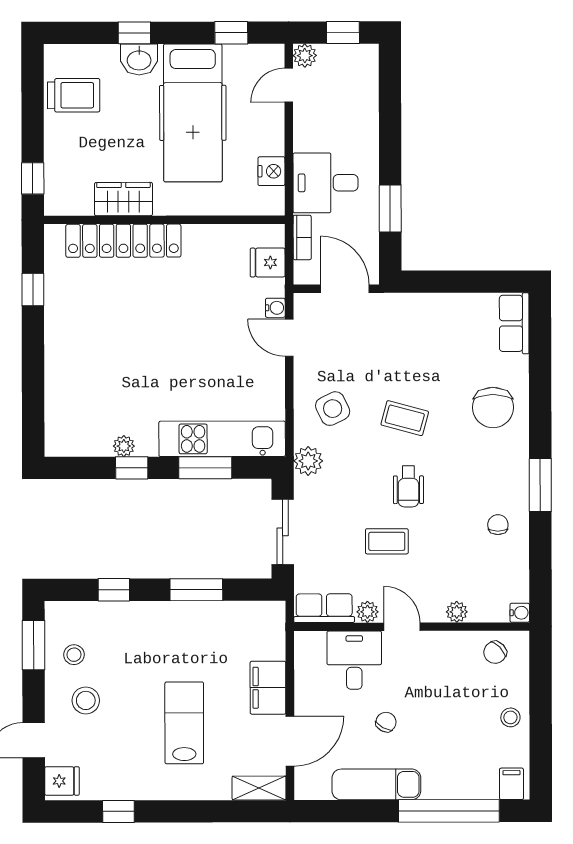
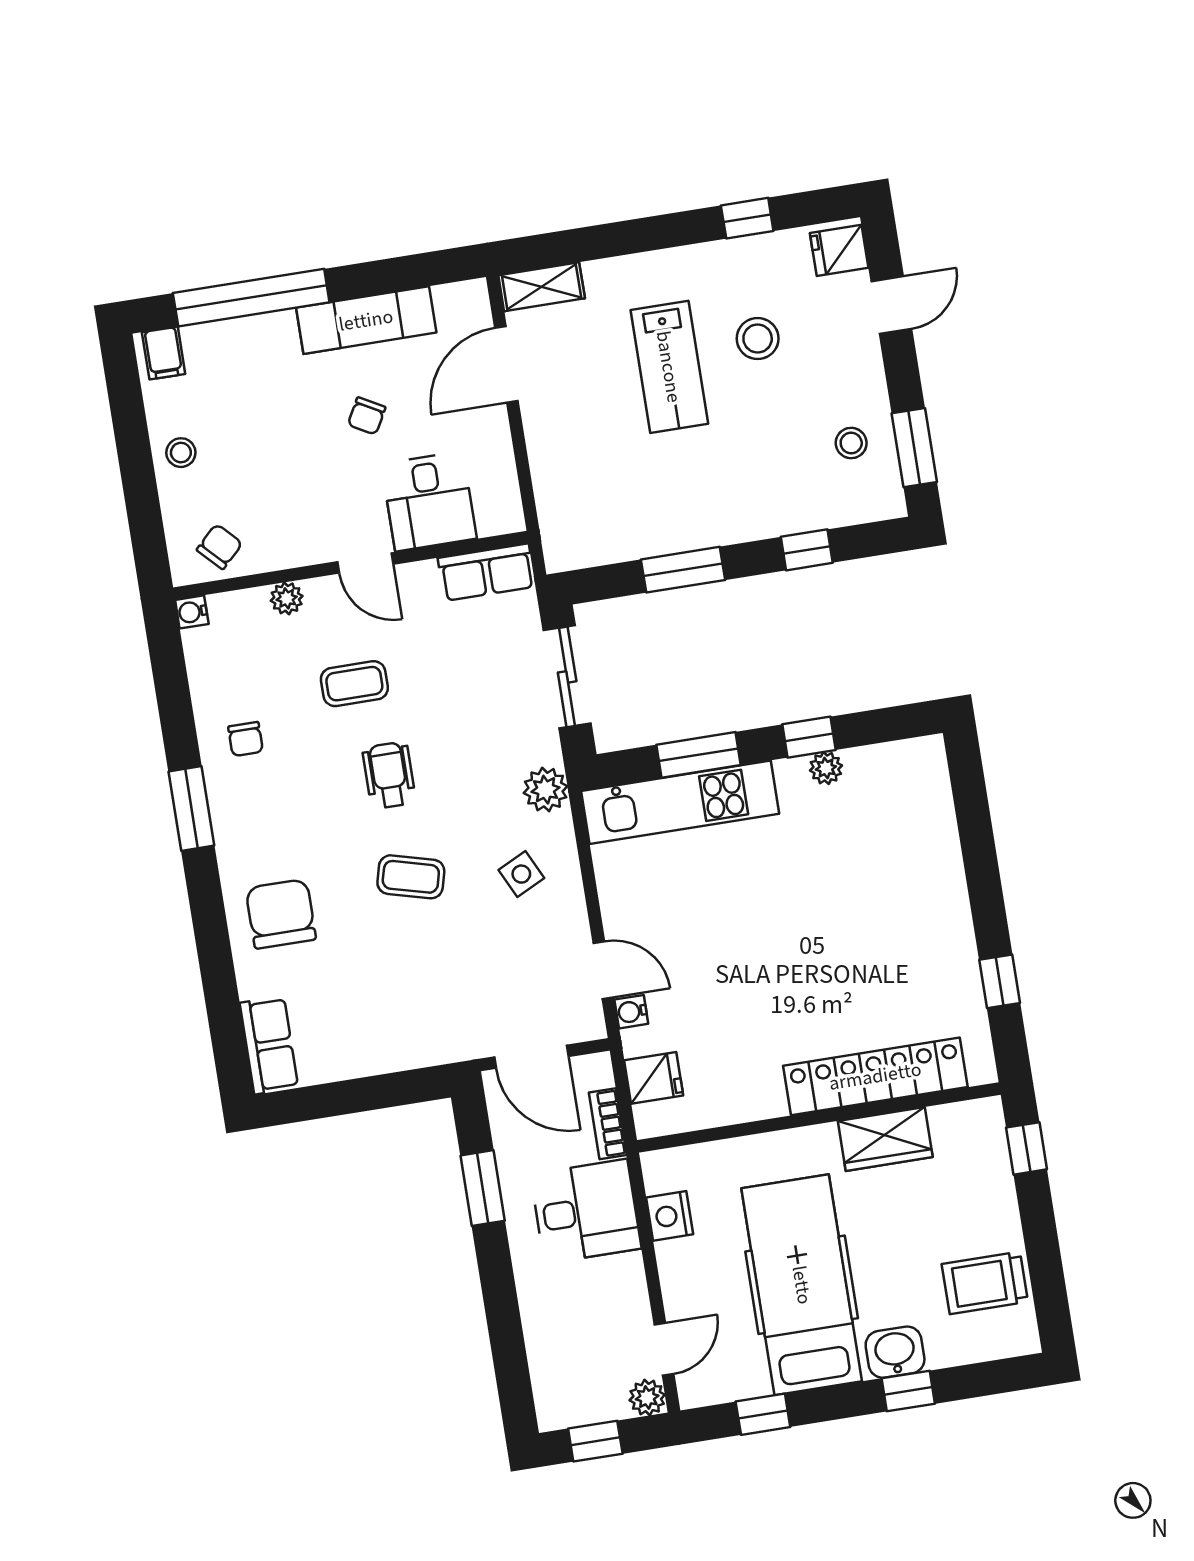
side table: (333, 409) -> (521, 874), width x0.73, depth x0.73
coffee table: (387, 541) -> (354, 684), moved
plant: (367, 612) -> (421, 577), removed
filing cabinet: (268, 688) -> (552, 440), removed
stool: (86, 700) -> (758, 339), moved

